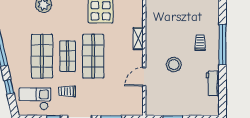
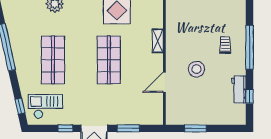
shop shelf: (68, 56) -> (81, 60), removed
window: (9, 87) -> (20, 106), moved
window: (222, 90) -> (250, 96), added
trolley: (67, 91) -> (80, 98), removed

